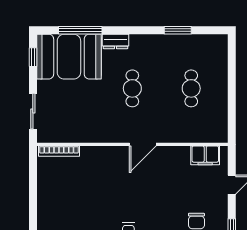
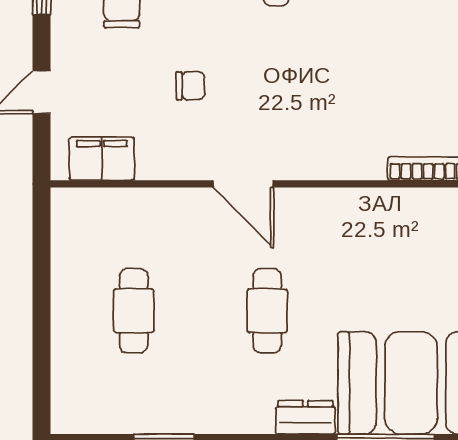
door: (143, 144) -> (243, 184), swing flipped
chair: (166, 188) -> (191, 86), added

